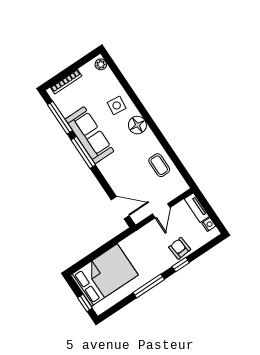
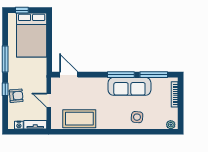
floor lamp: (137, 125) -> (115, 122), removed
coffee table: (159, 165) -> (79, 119), width x1.86, depth x1.72
door: (120, 208) -> (69, 75), swing flipped

